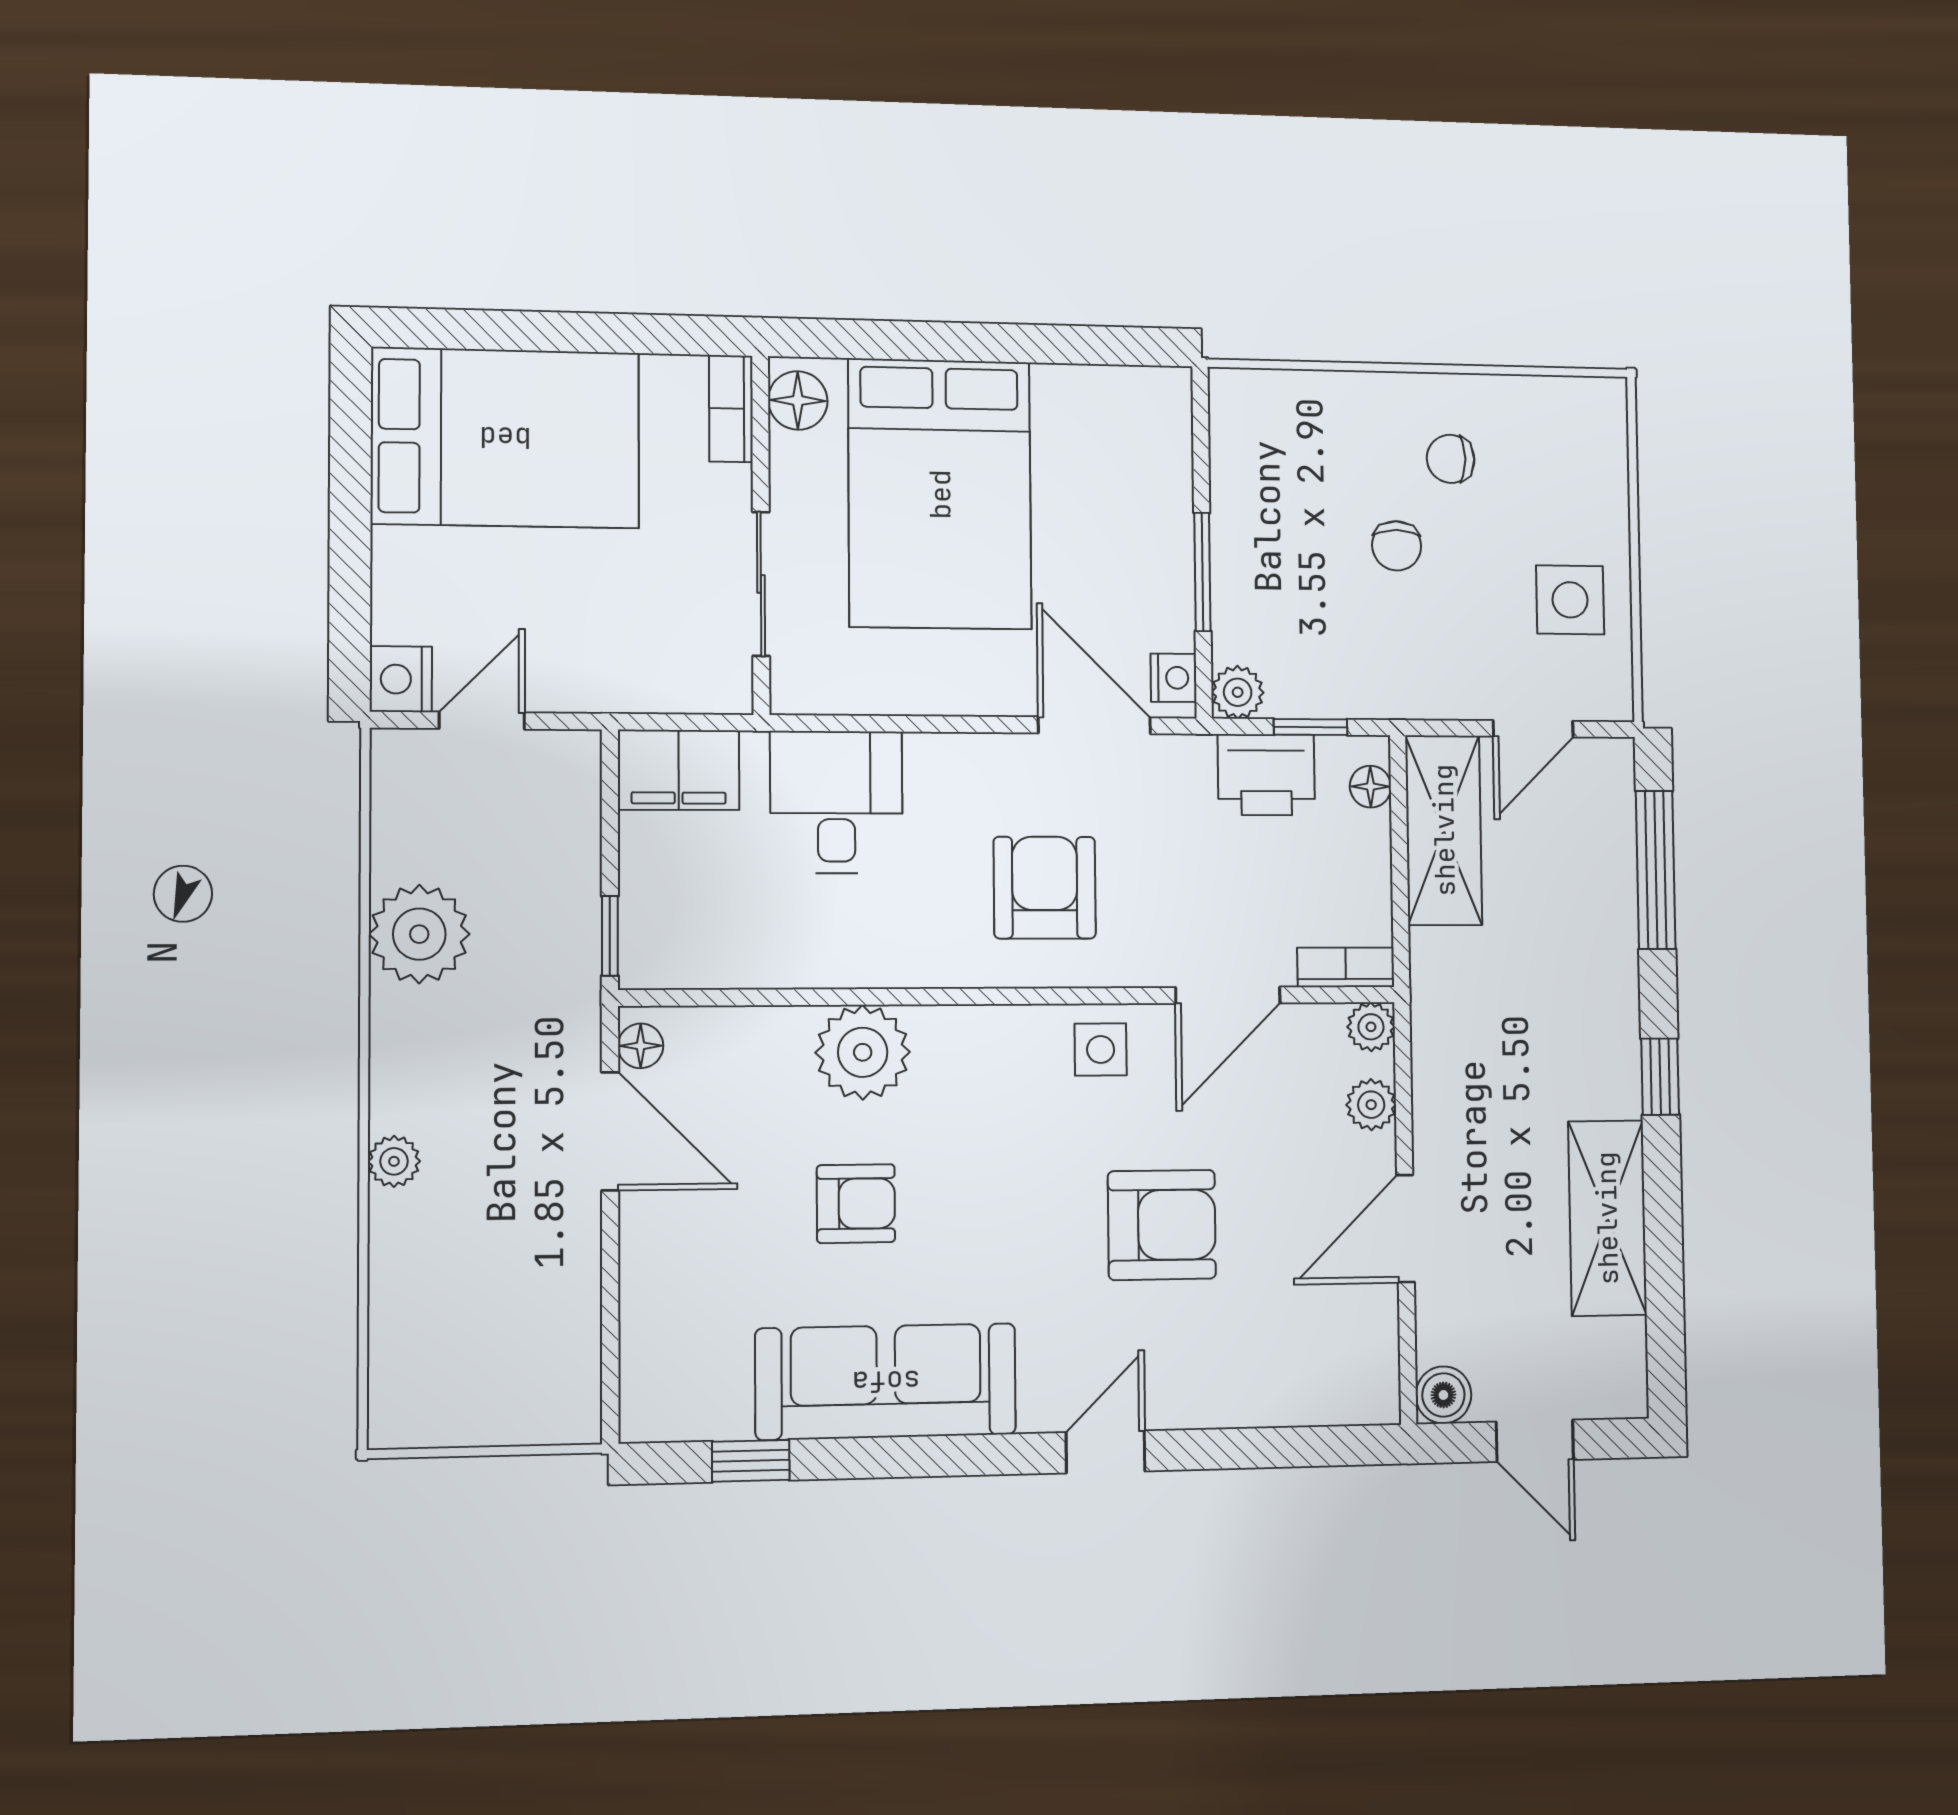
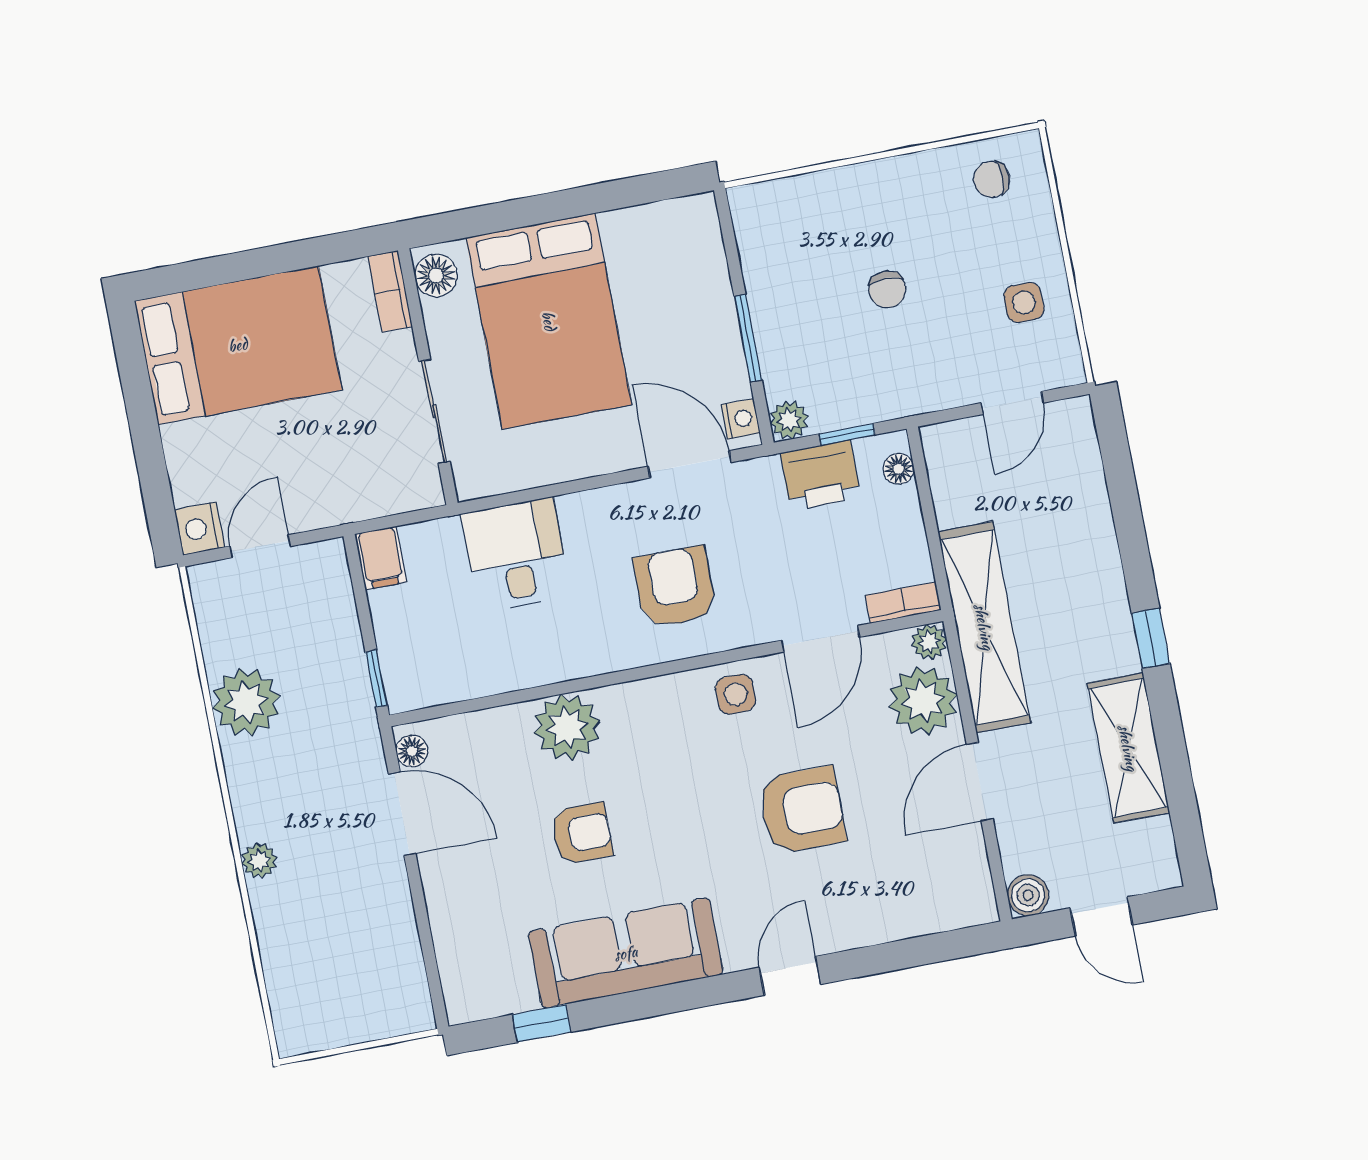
chair: (1451, 459) -> (992, 179), moved
side table: (1570, 600) -> (1024, 303), width x0.73, depth x0.73
filing cabinet: (679, 770) -> (381, 558), width x0.50
shelving: (1444, 830) -> (984, 627), moved, width x1.47
window: (1656, 870) -> (1122, 488), removed
plant: (1371, 1105) -> (923, 701), width x1.88, depth x1.88

